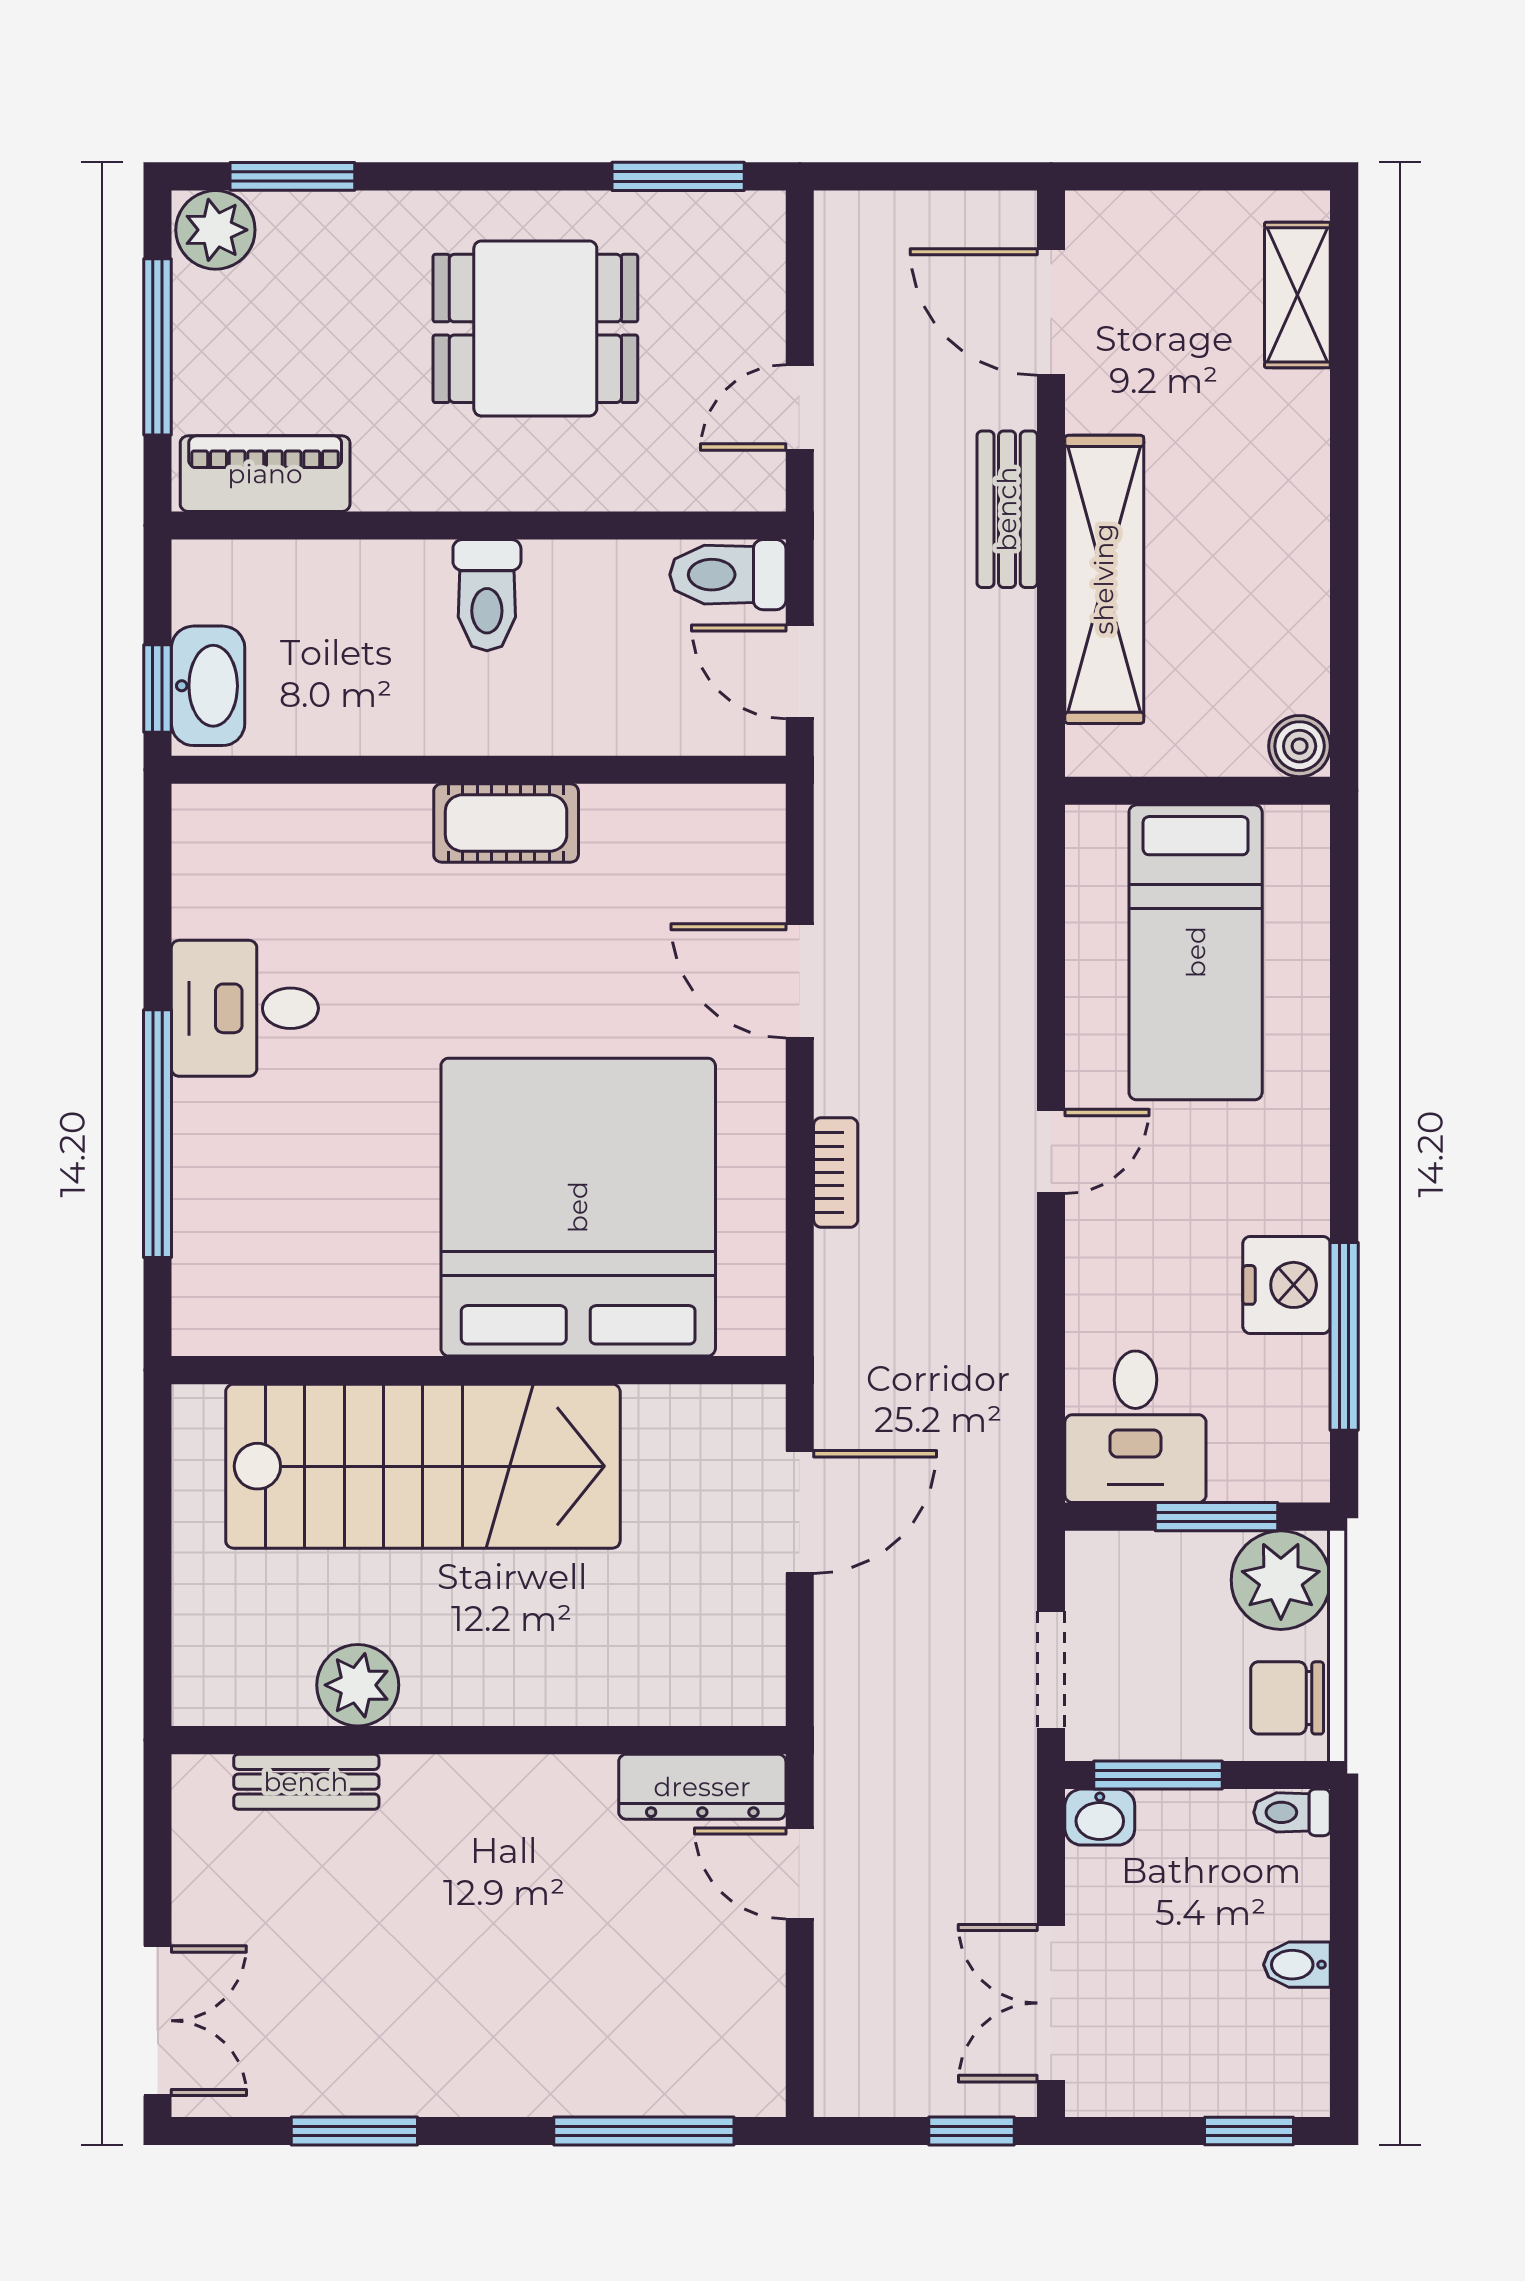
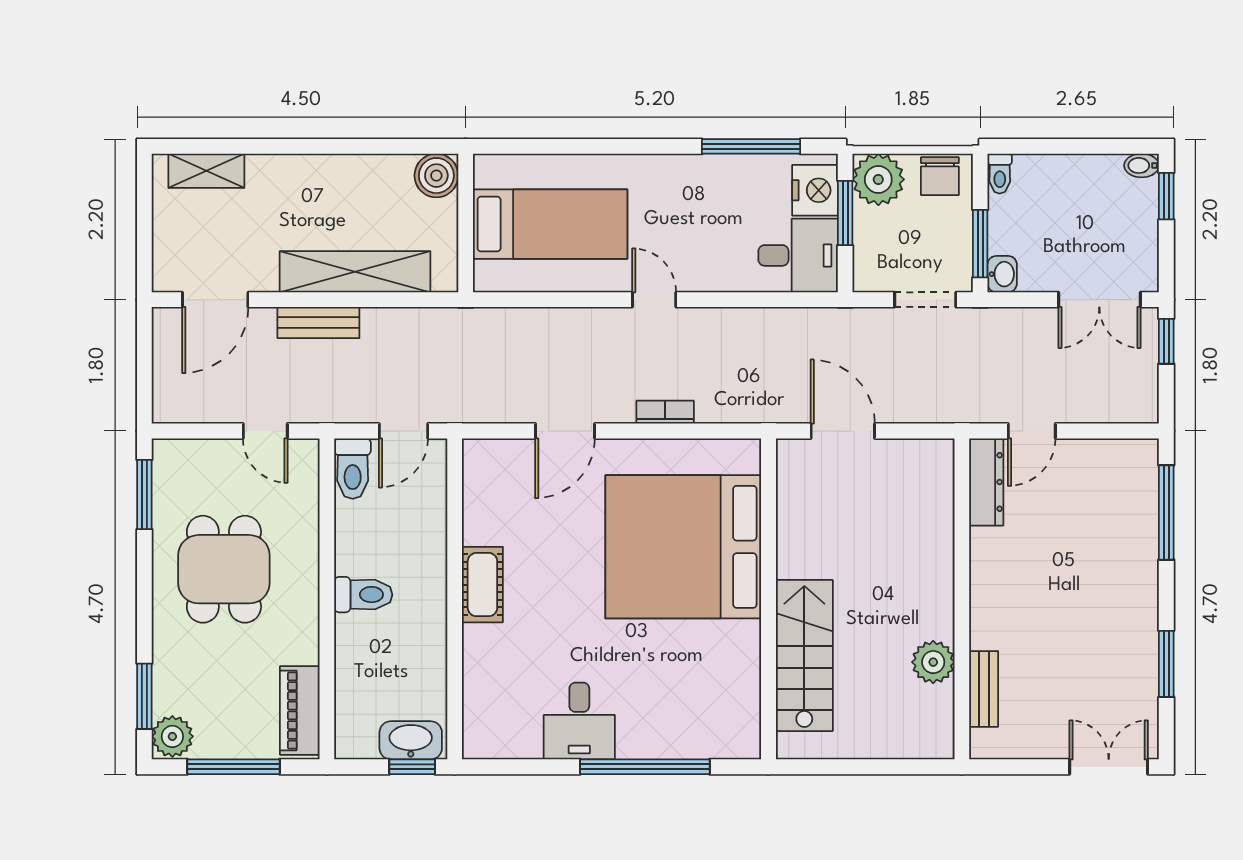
boiler: (1300, 746) -> (436, 176), width x1.36, depth x1.36
nightstand: (1287, 1285) -> (815, 190), moved, turned 90
stairs: (423, 1466) -> (804, 655), width x0.73, depth x0.66
bidet: (1297, 1965) -> (1142, 165), moved, turned 90

